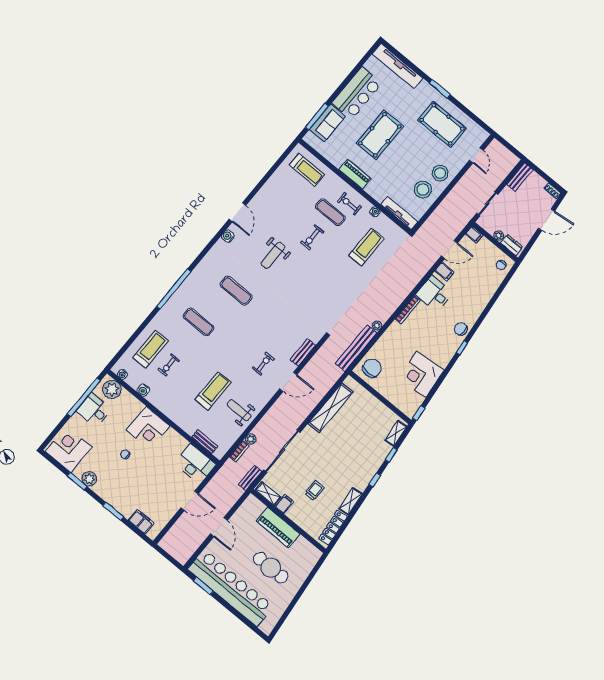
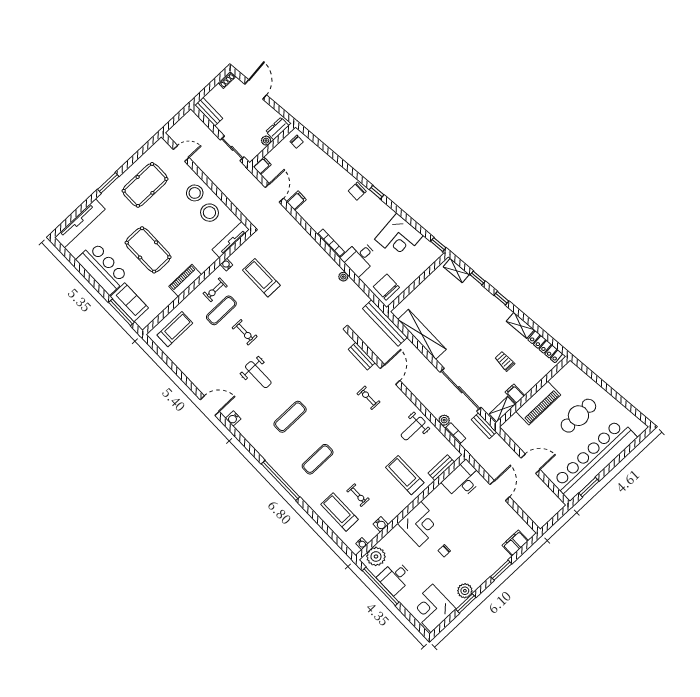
desk: (434, 294) -> (359, 258), moved
bench: (356, 348) -> (385, 323), moved
treadmill: (213, 391) -> (405, 475), moved

